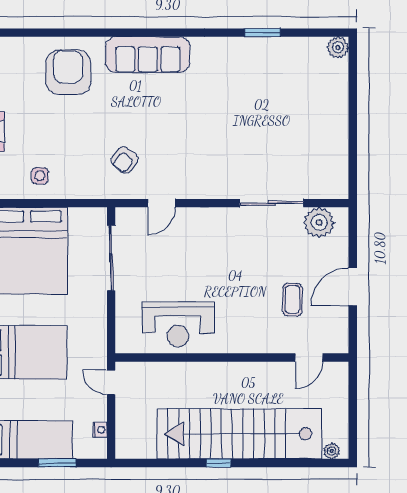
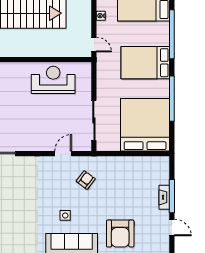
side table: (40, 176) -> (65, 215), moved

